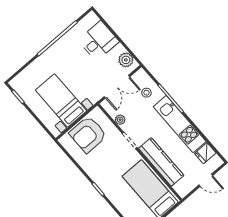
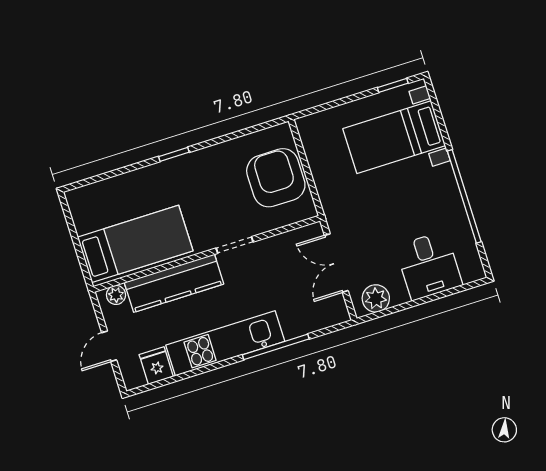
stool: (146, 93) -> (304, 310), removed
bed with nightstands: (61, 101) -> (394, 137), moved, turned 180
plant: (120, 120) -> (116, 295), moved

